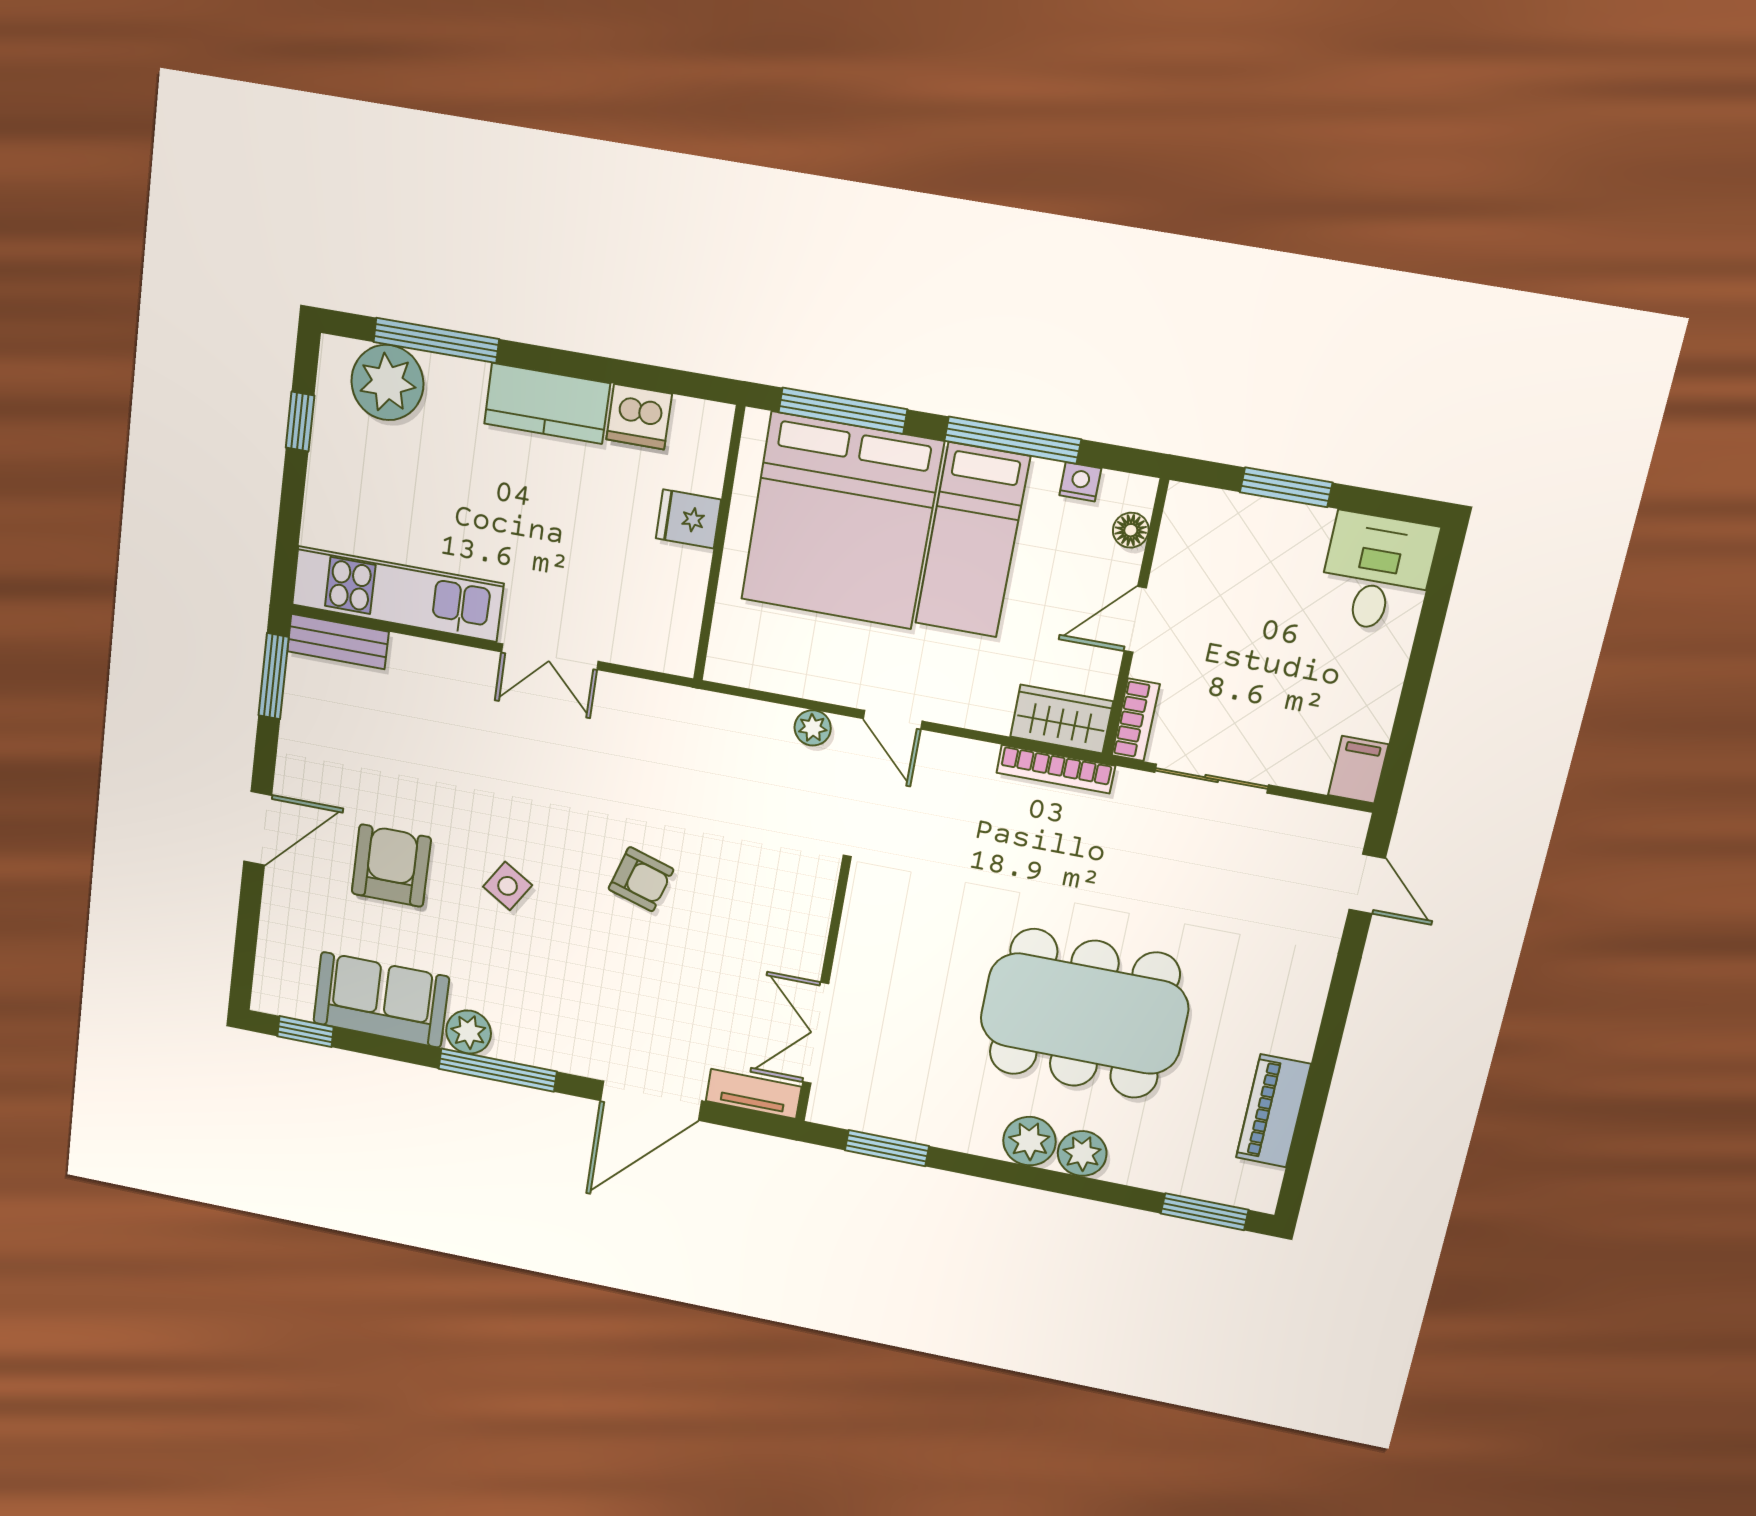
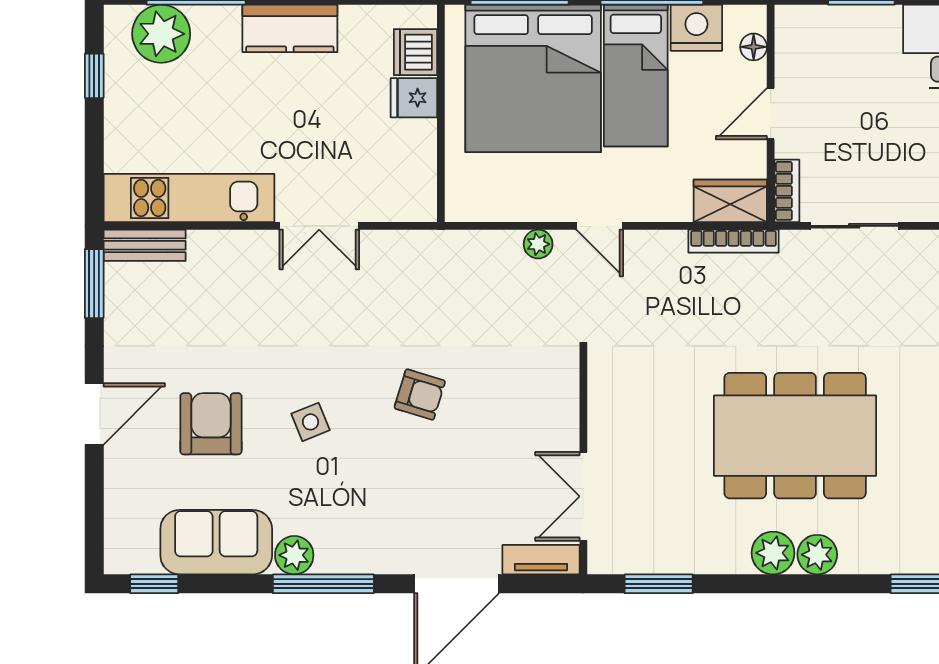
dishwasher: (639, 417) -> (415, 52), moved, turned 90
nightstand: (1080, 482) -> (696, 28), width x1.89, depth x1.79
side table: (508, 886) -> (311, 422), turned 36

